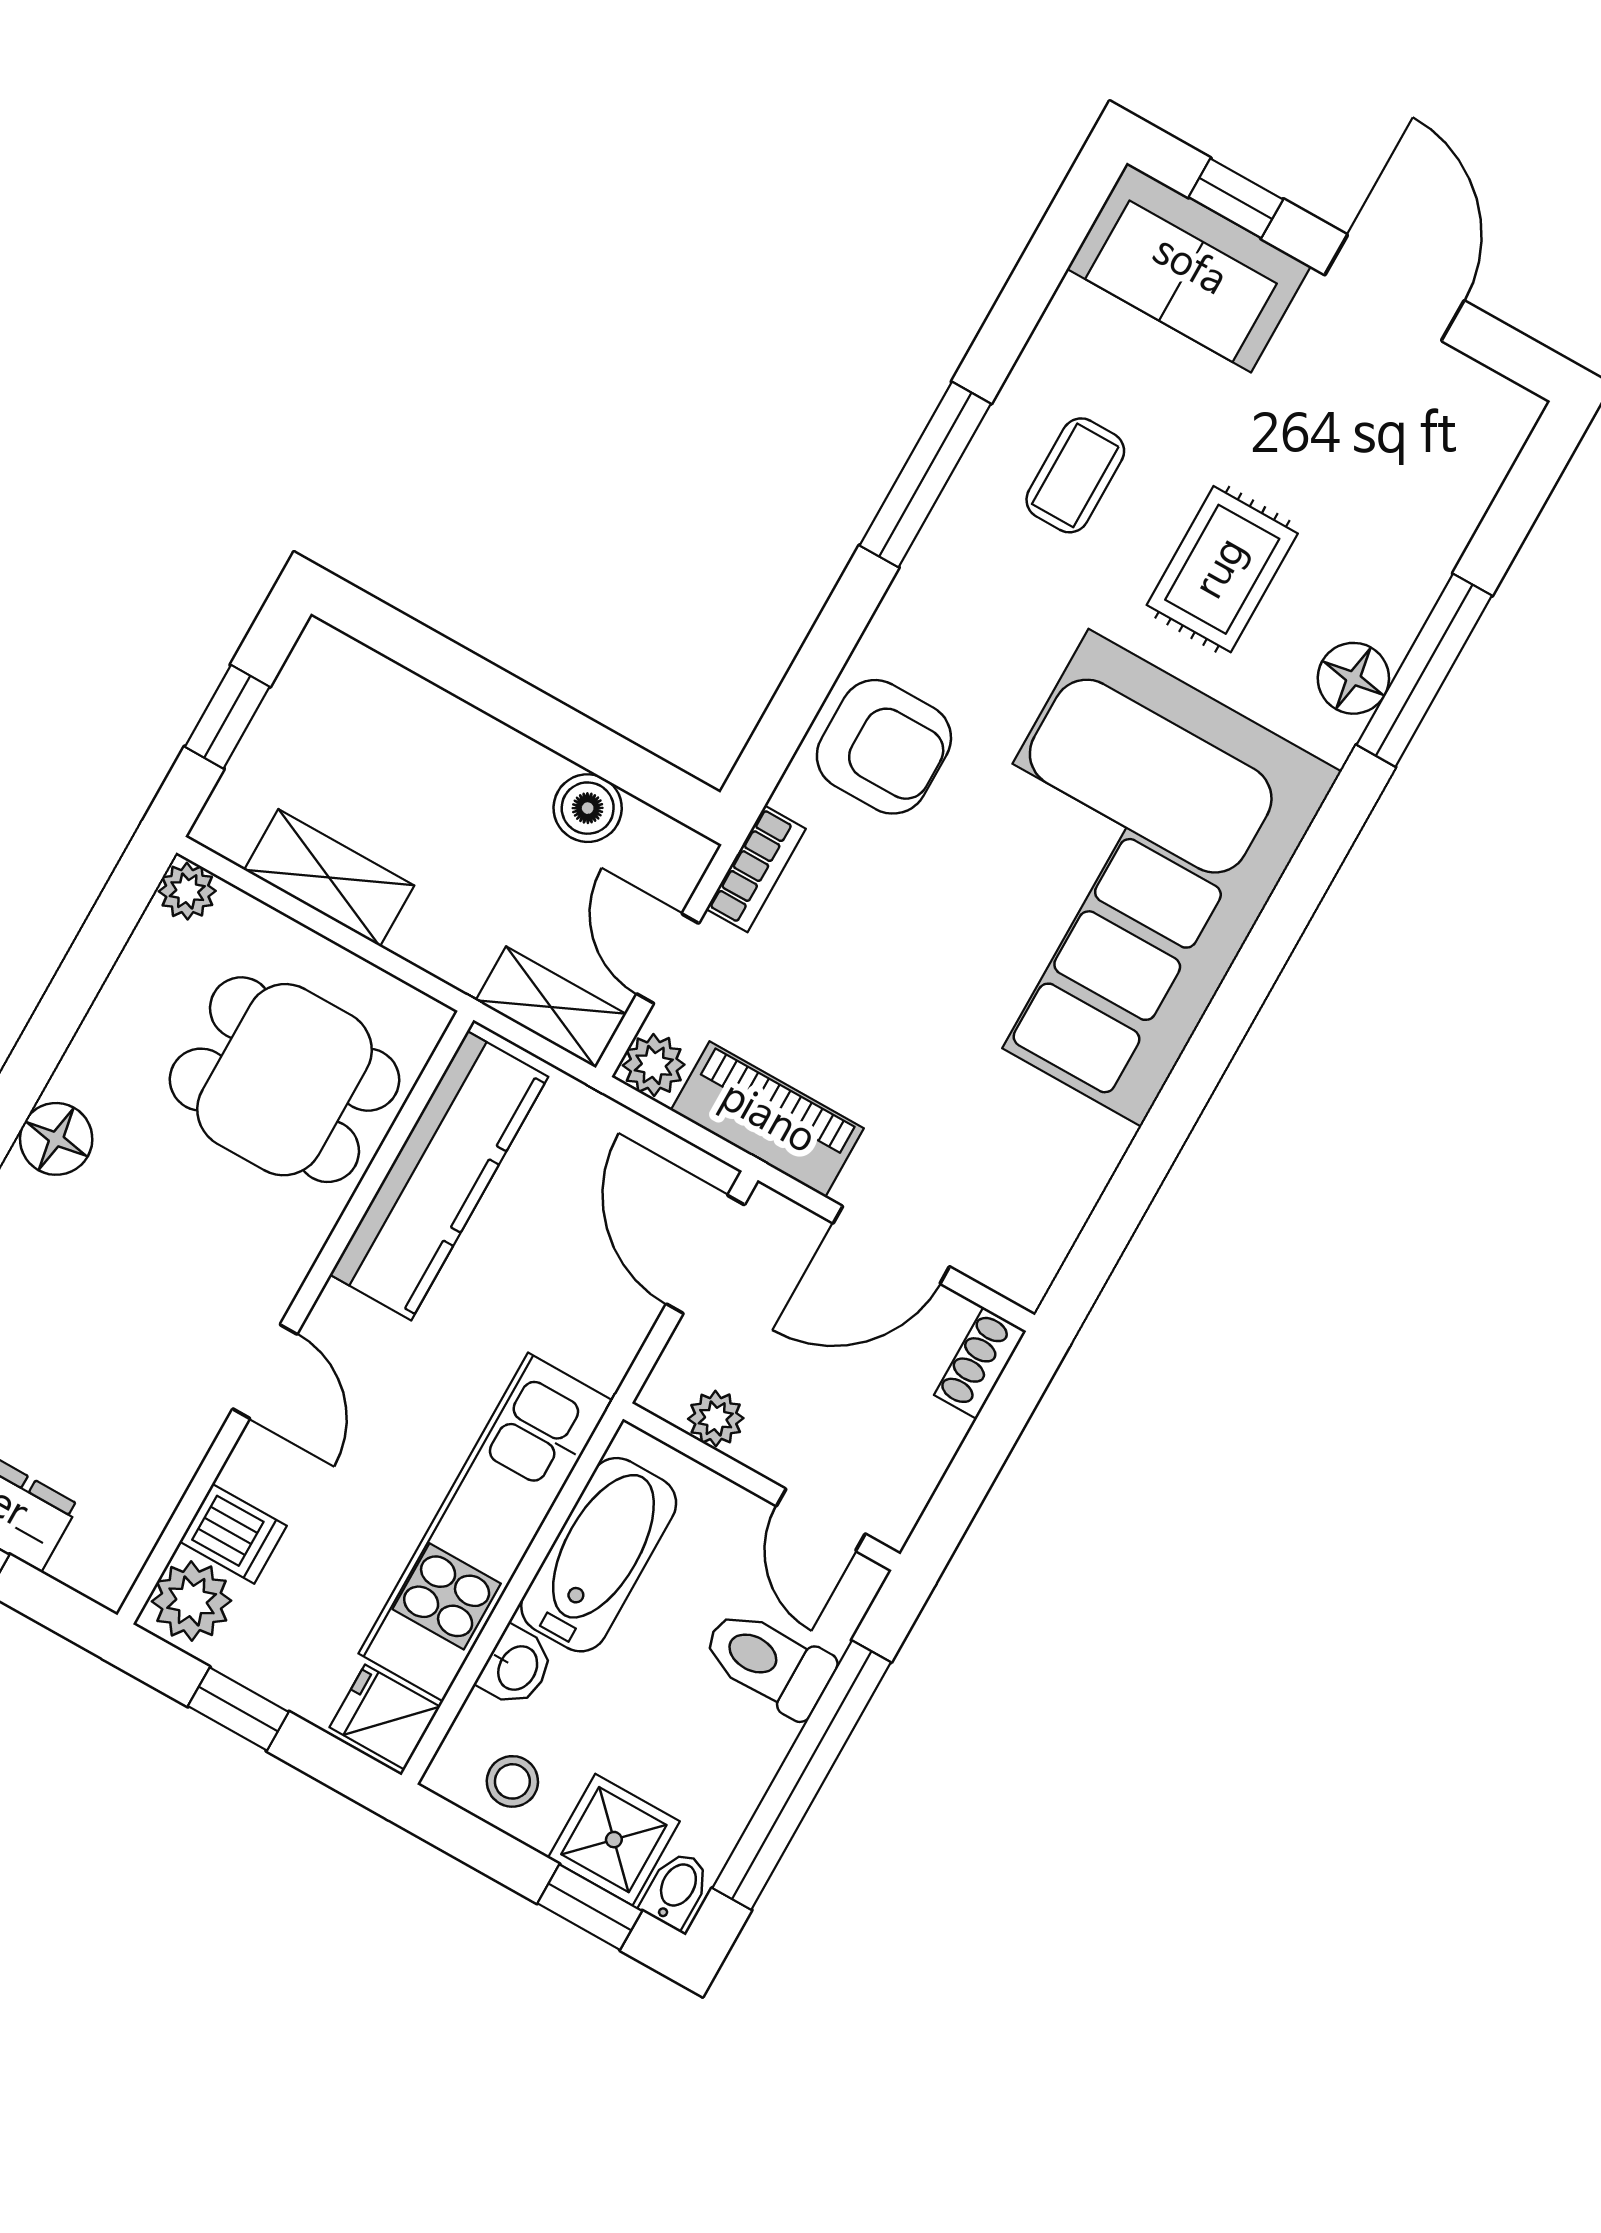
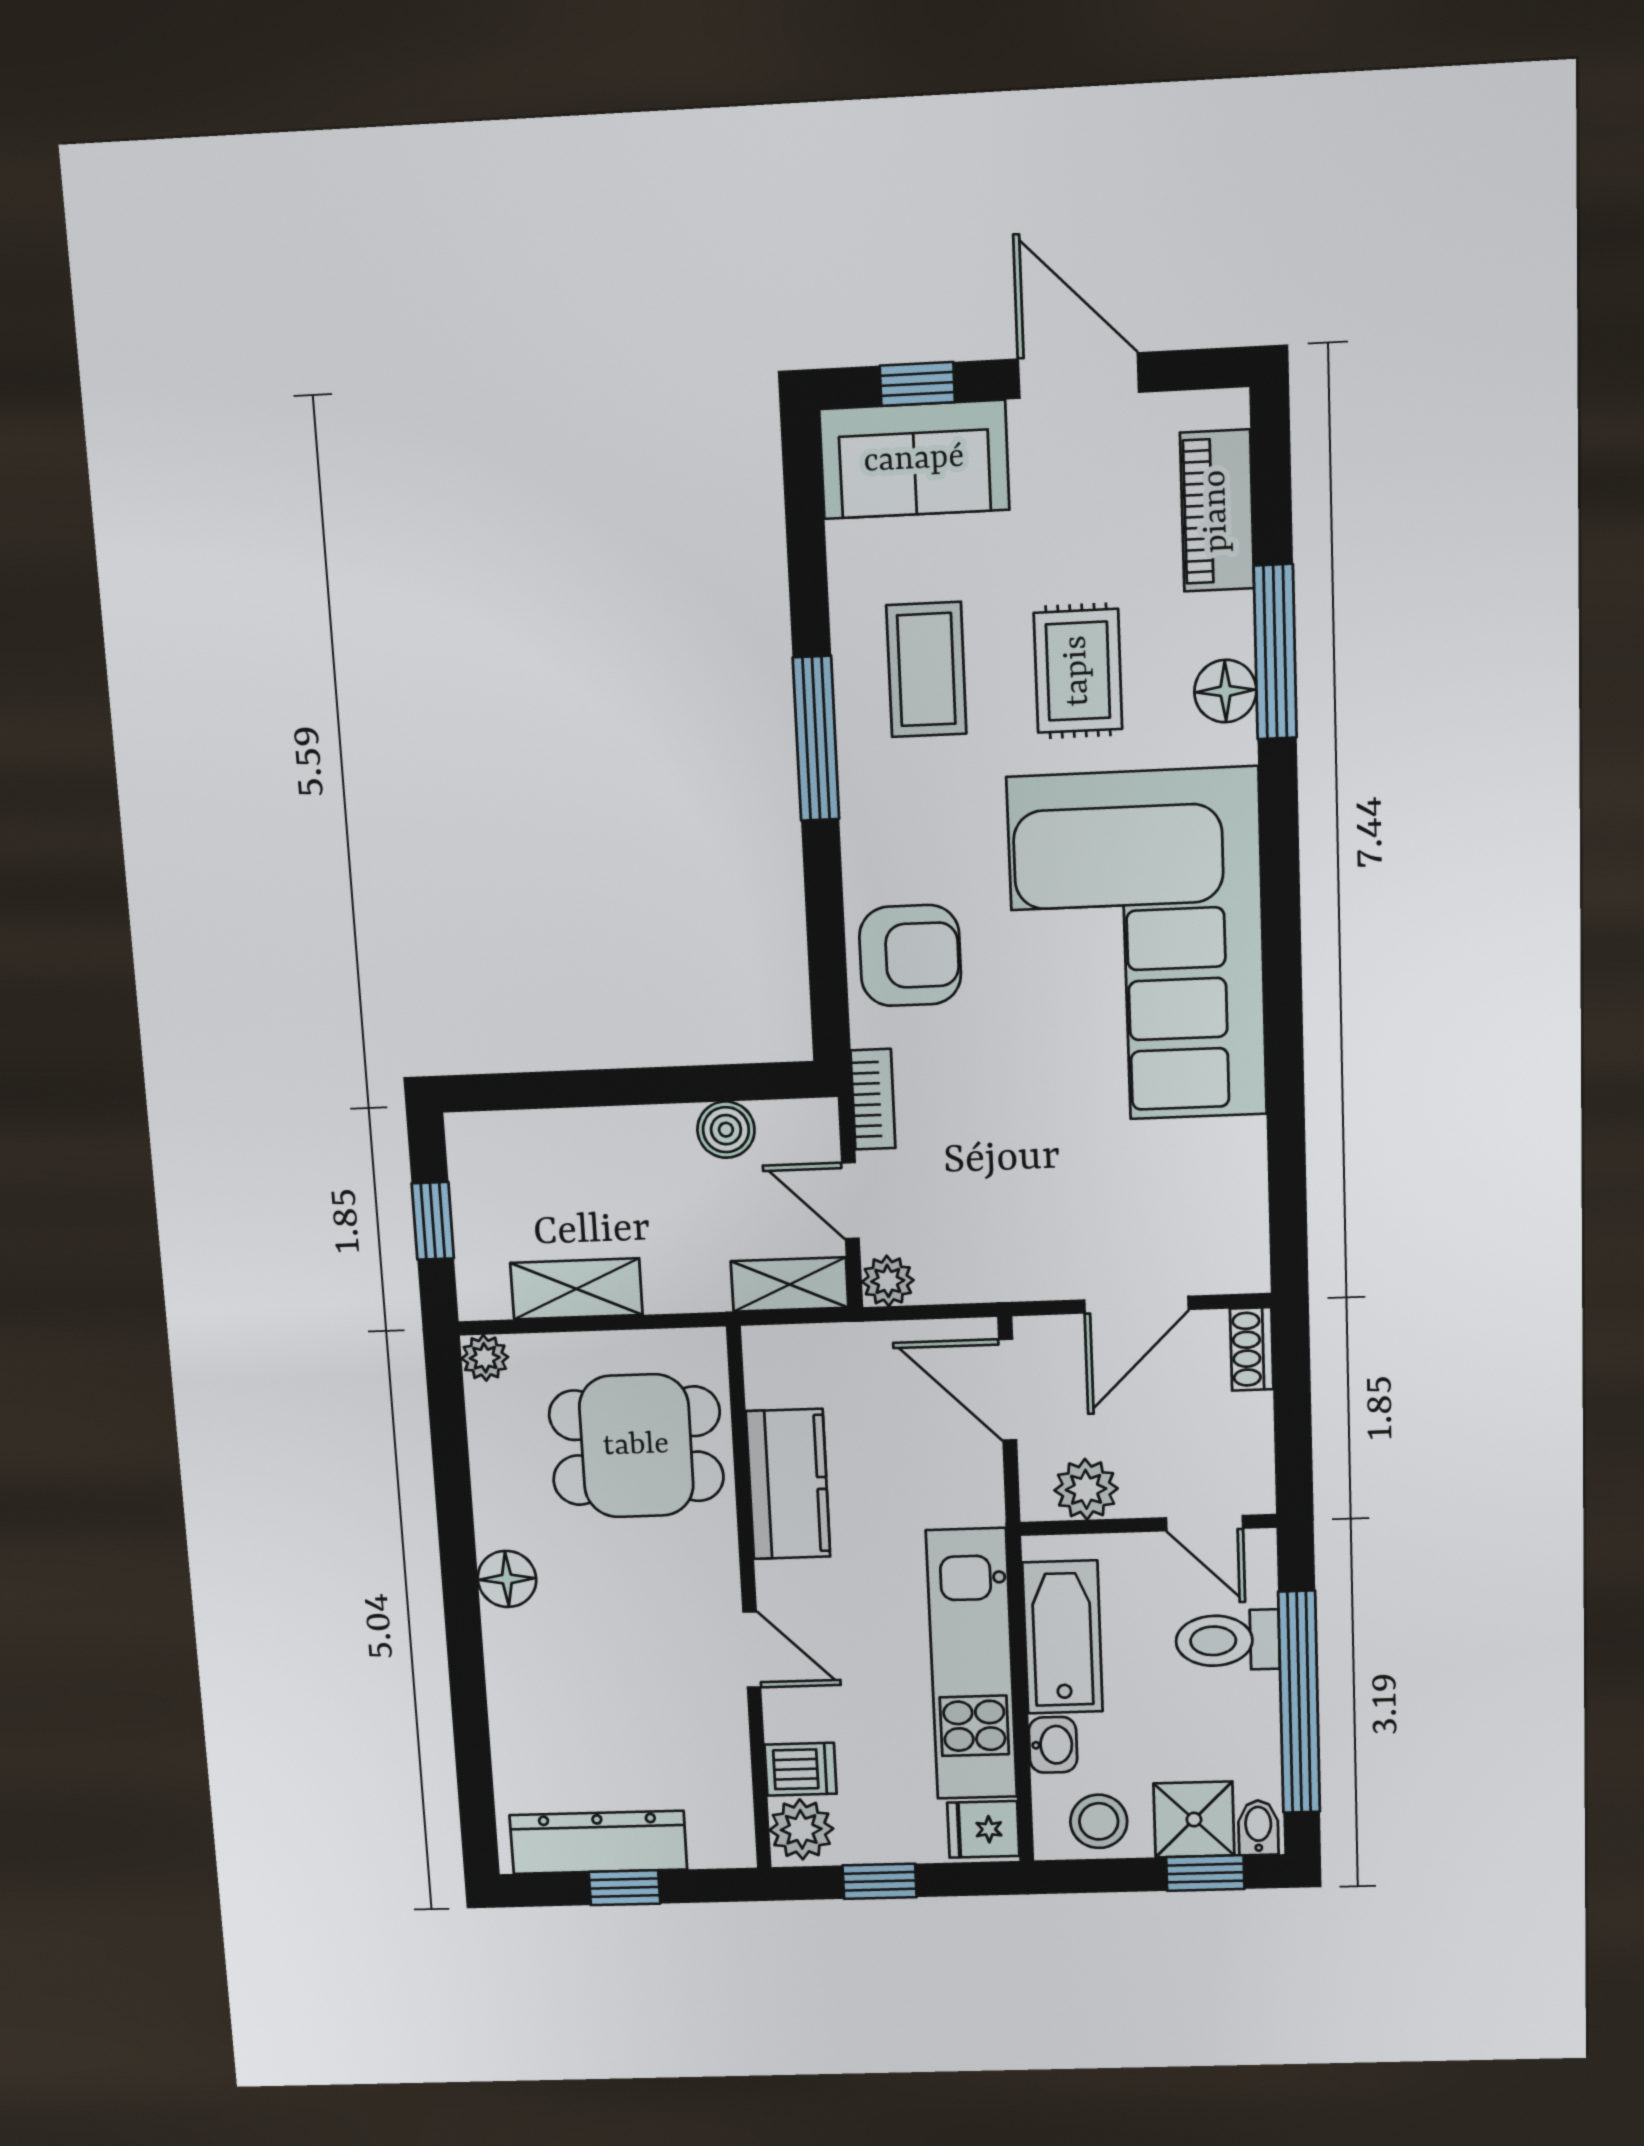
coffee table: (1075, 475) -> (926, 670), width x1.36, depth x1.30
piano: (767, 1119) -> (1217, 511), moved, turned -90
kitchen counter: (439, 1176) -> (788, 1484), width x0.67
plant: (716, 1419) -> (1086, 1489), width x1.38, depth x1.38
stool: (512, 1781) -> (1099, 1821), width x1.37, depth x1.37

